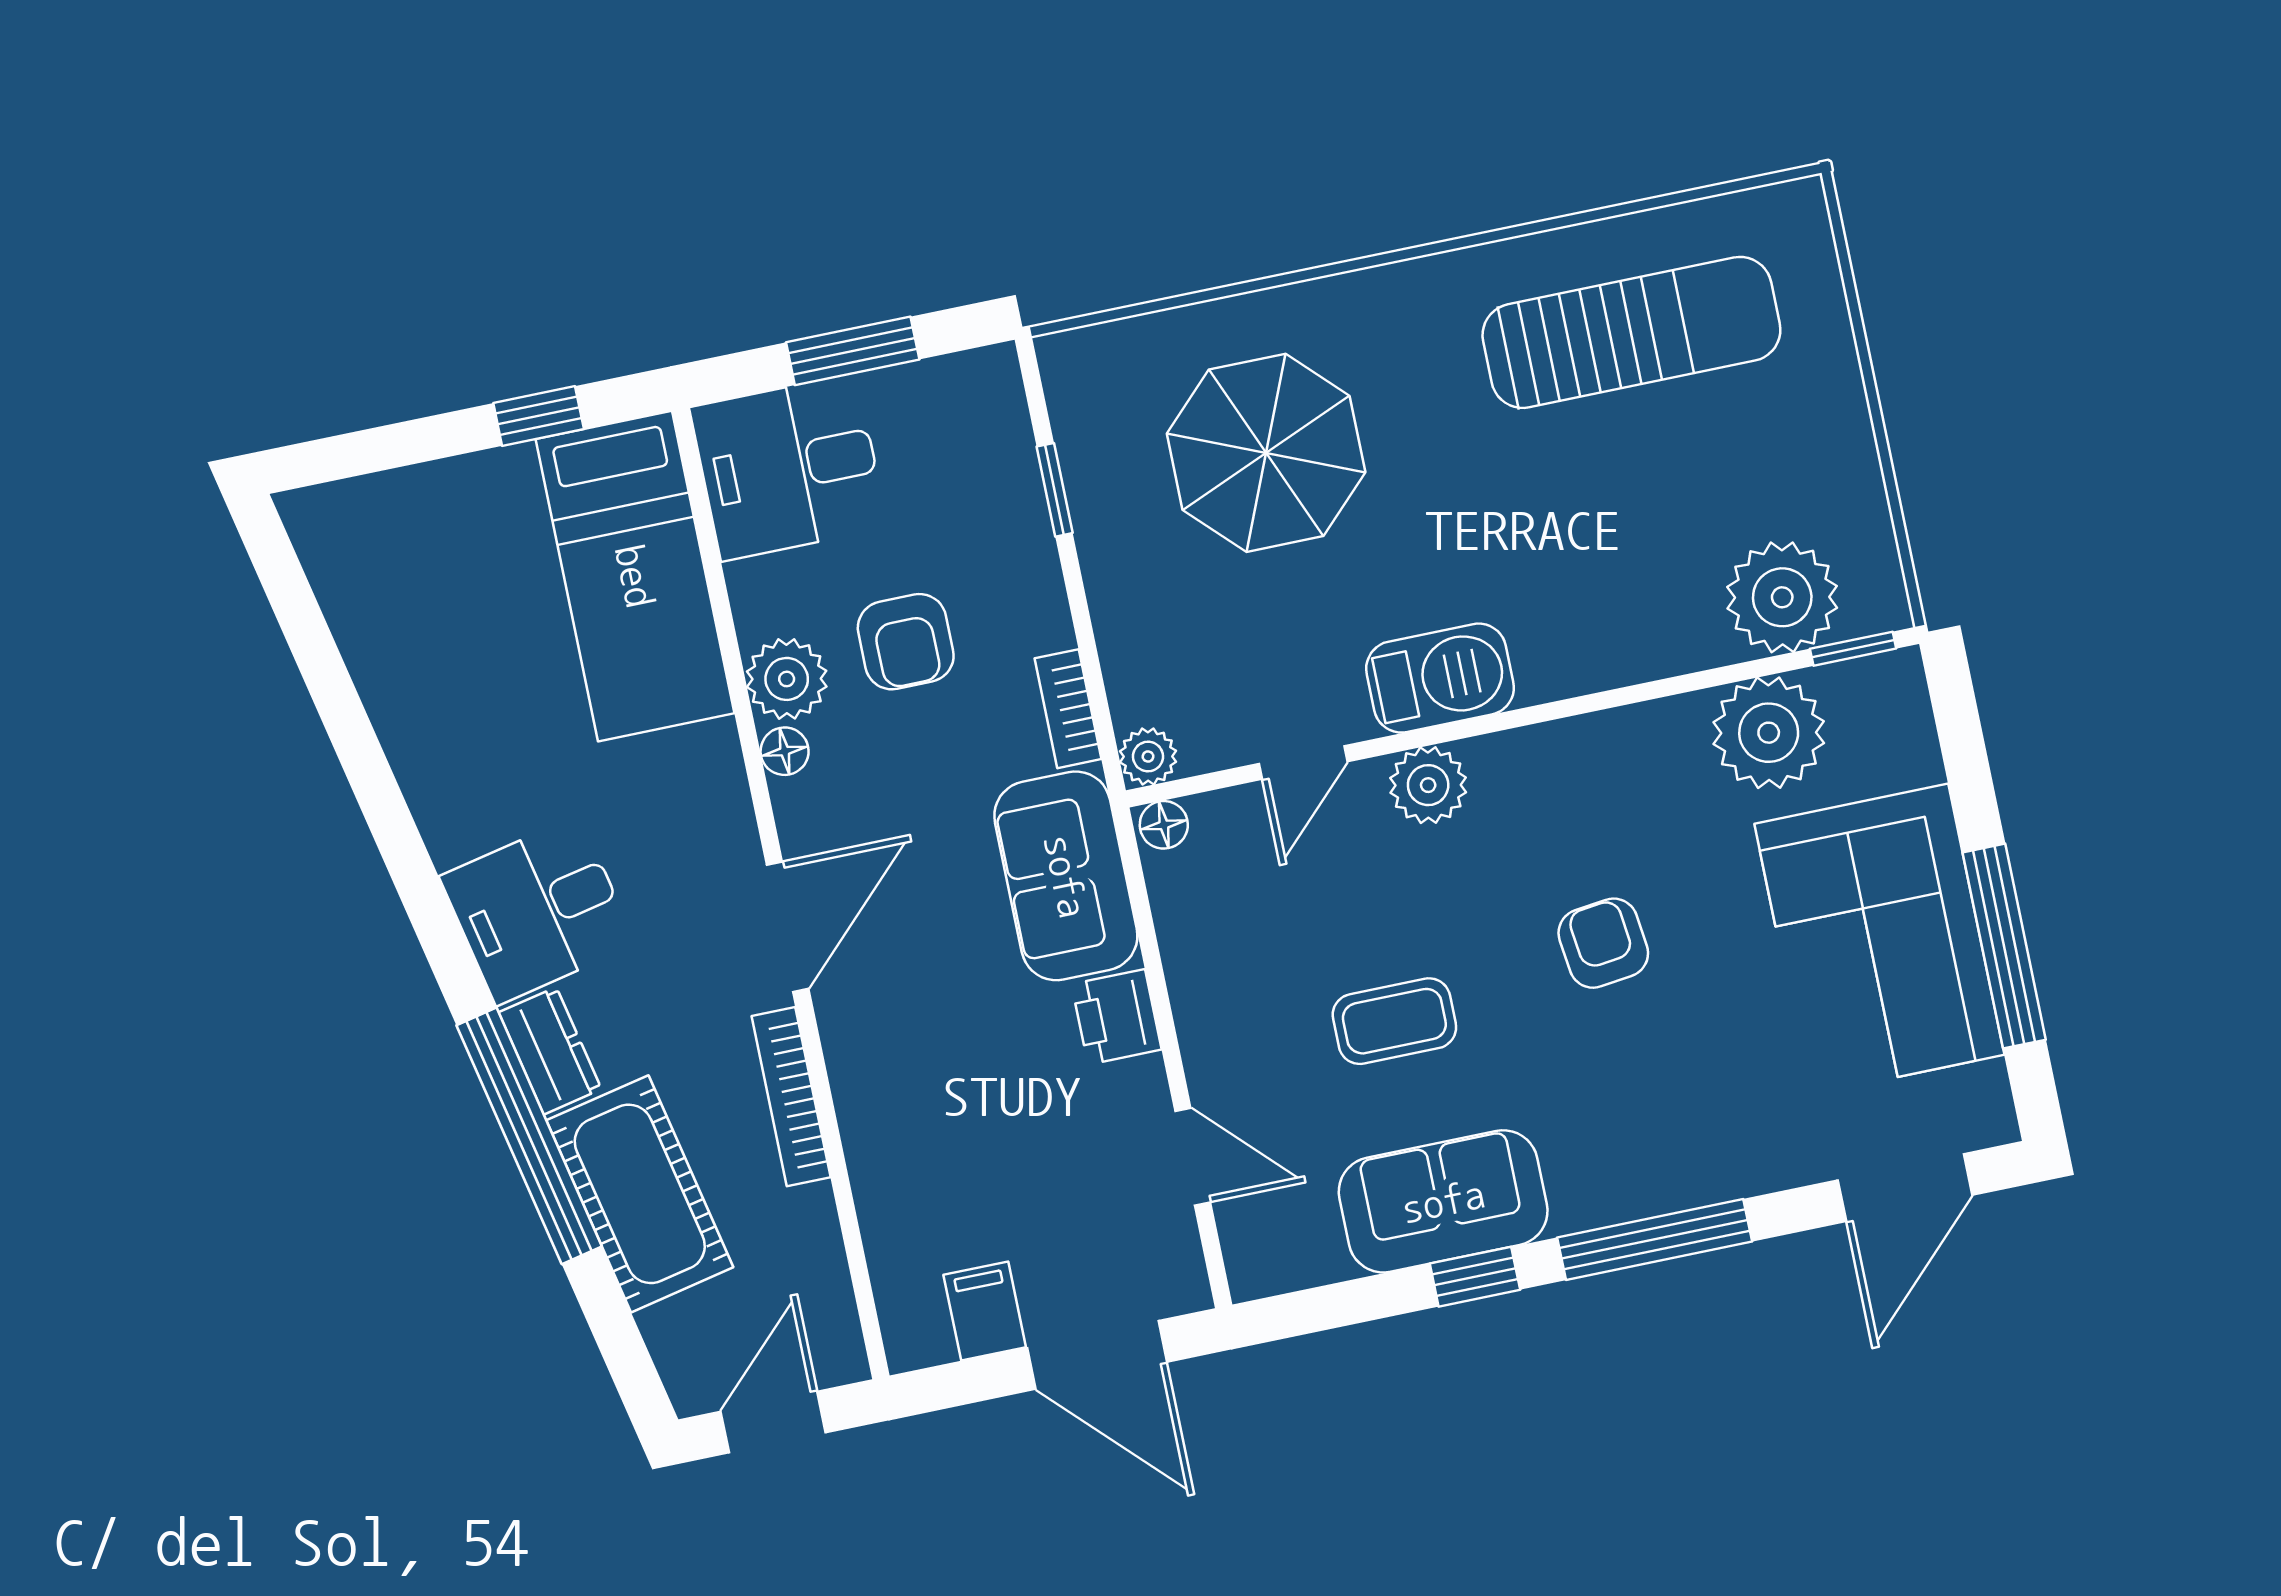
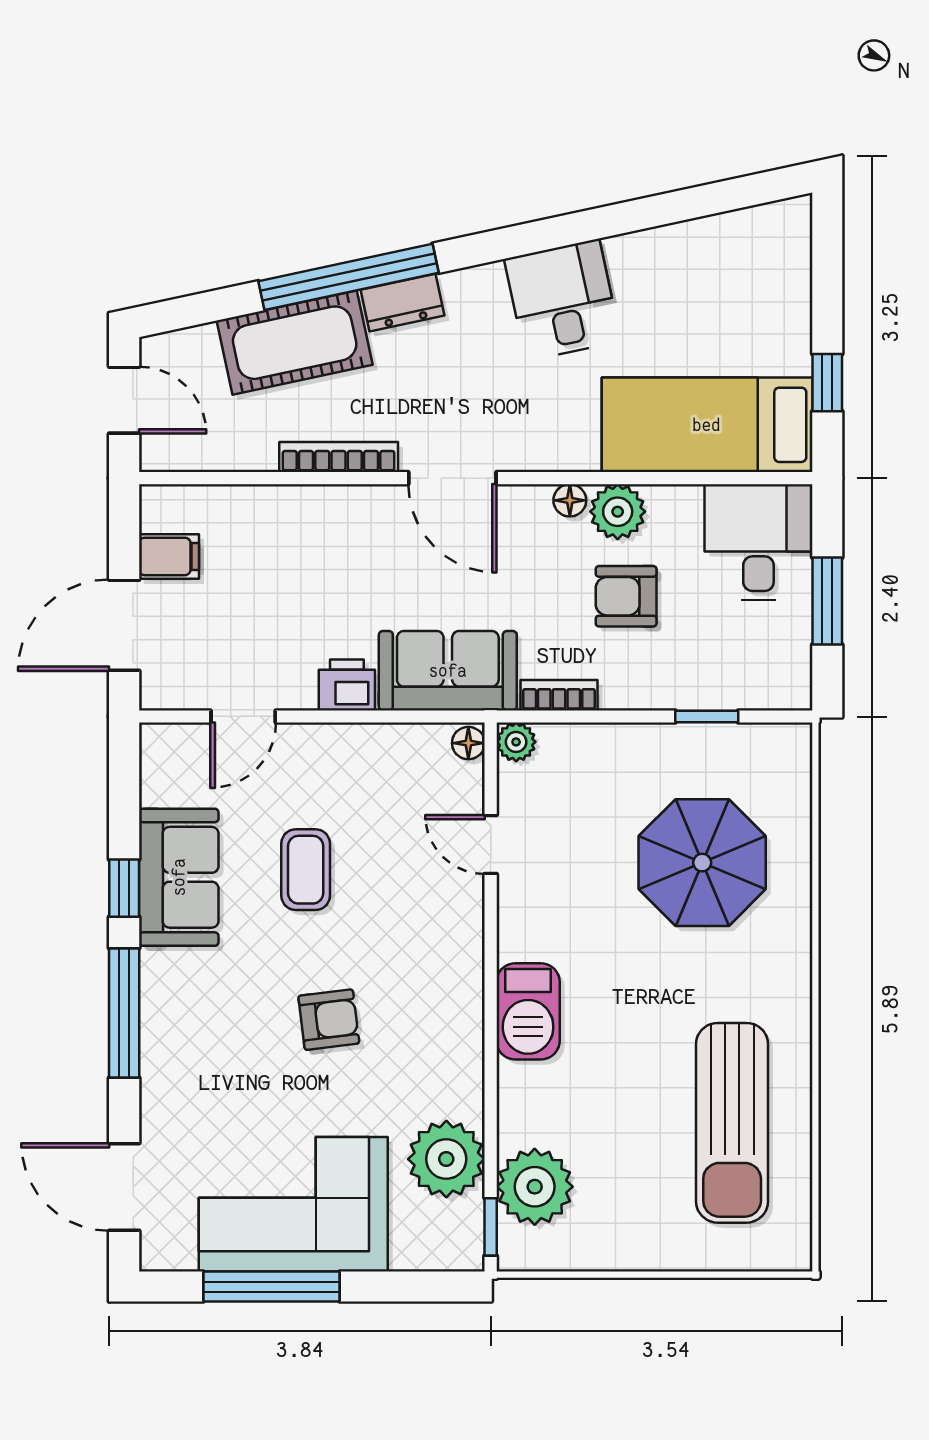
barbecue: (1440, 678) -> (528, 1011), moved
plant: (1428, 785) -> (458, 925), removed
desk: (538, 910) -> (563, 300), moved

